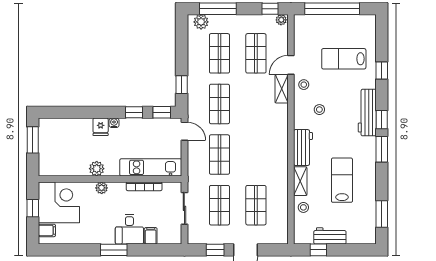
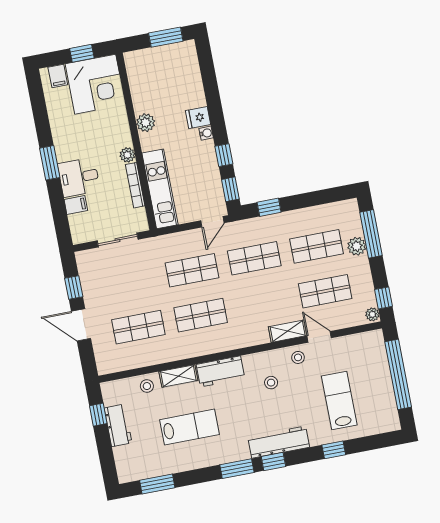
plant: (201, 22) -> (357, 246), moved
plant: (102, 188) -> (127, 155), moved
shop shelf: (219, 205) -> (201, 315), moved

